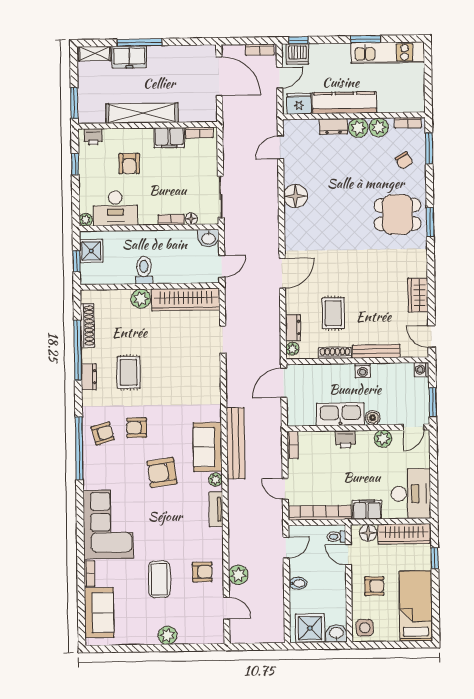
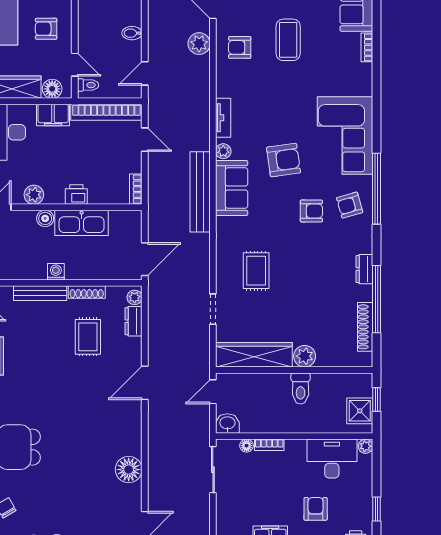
rug: (129, 372) -> (256, 271), moved
corner sofa: (108, 524) -> (345, 136), moved

